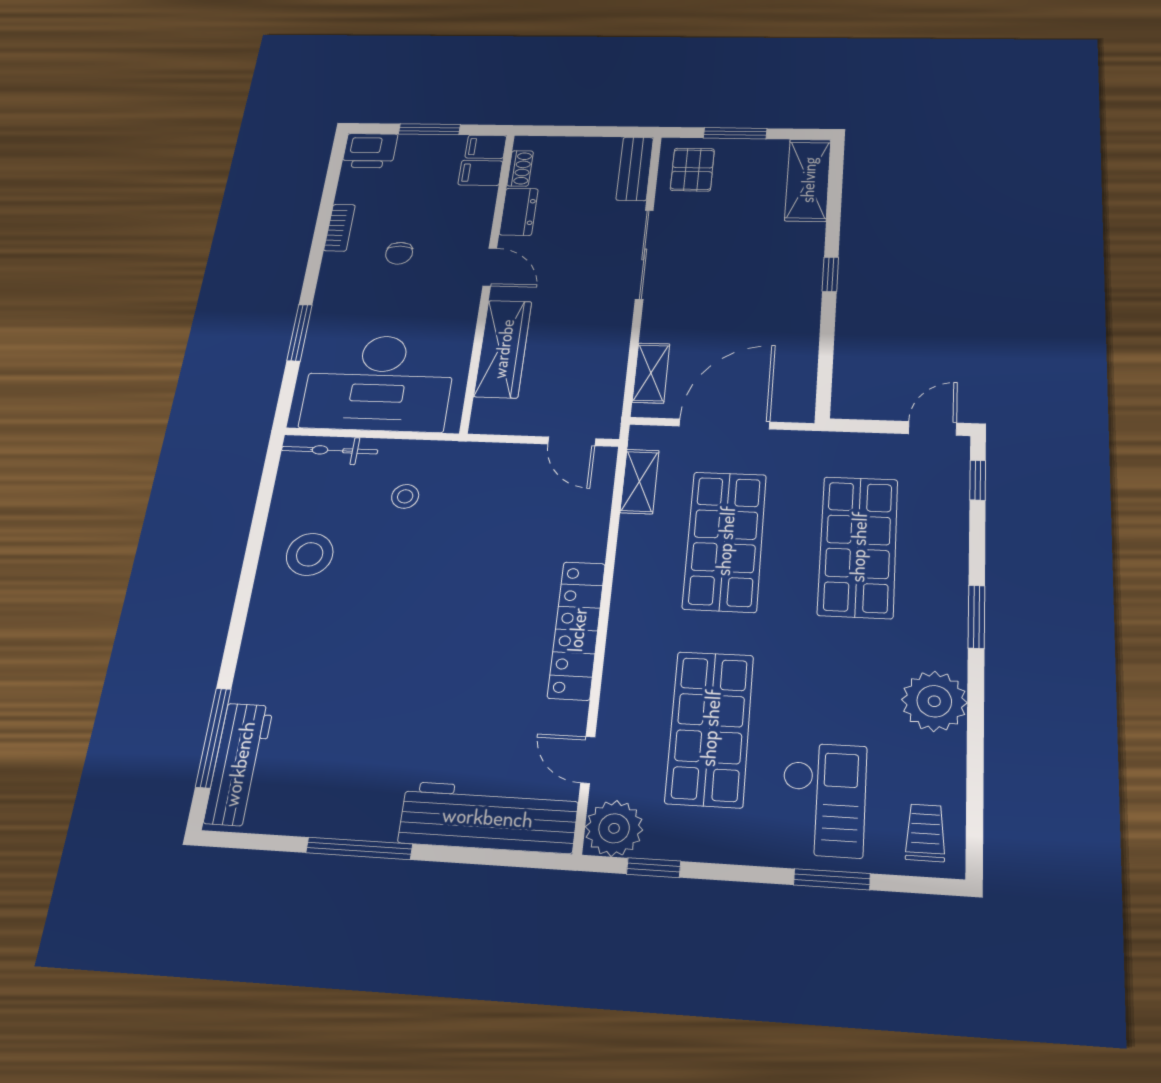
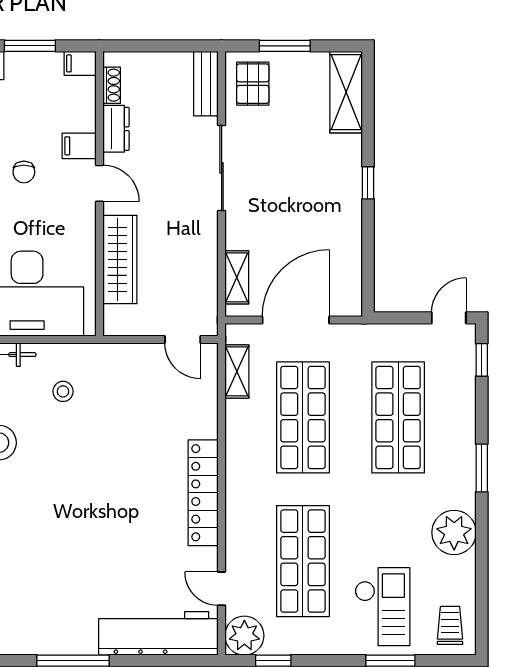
filing cabinet: (480, 173) -> (79, 146), moved

